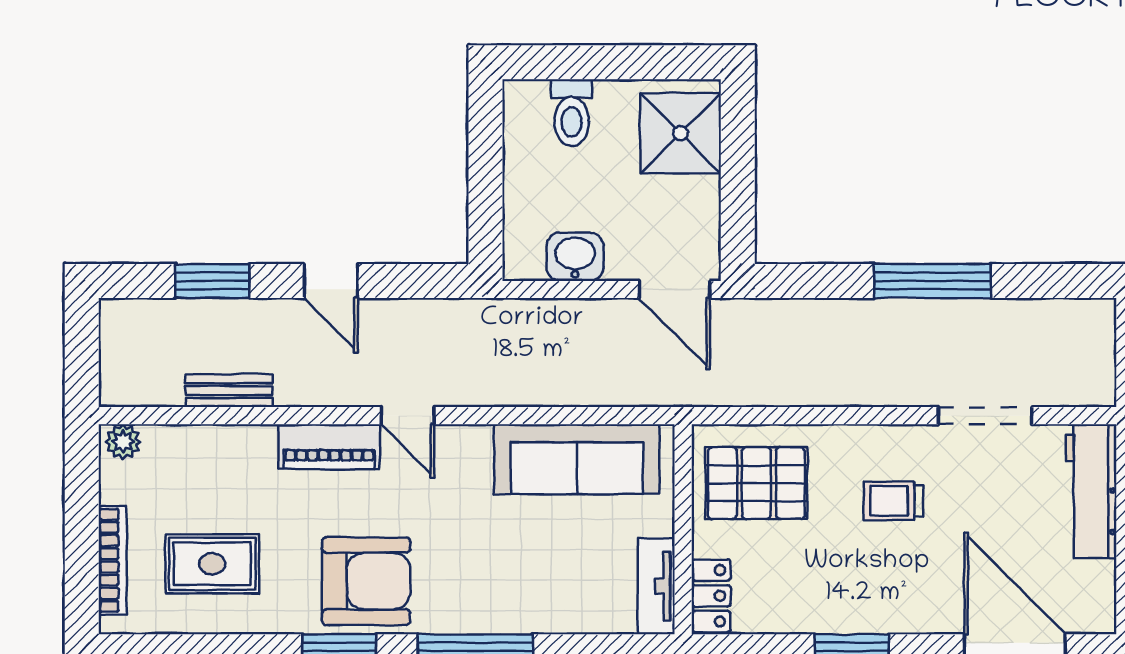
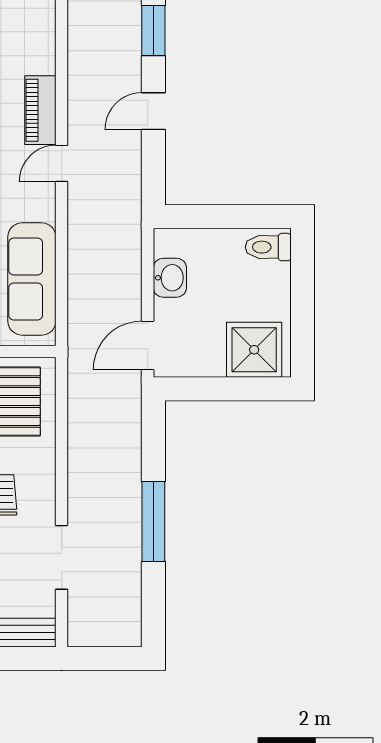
toilet: (572, 113) -> (268, 247), moved
bench: (229, 391) -> (79, 42), removed

